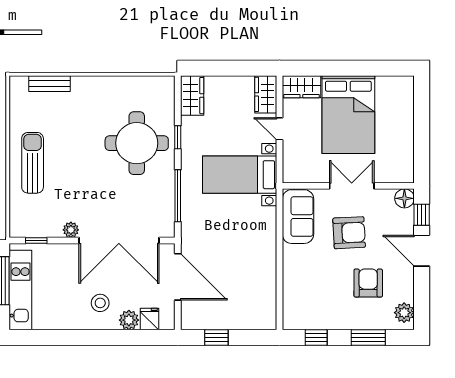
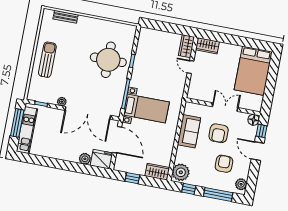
wardrobe: (192, 96) -> (157, 172), moved, turned -90
bed: (348, 115) -> (253, 71), moved
bed with nightstands: (240, 175) -> (146, 109), moved, turned 180
sofa: (298, 217) -> (189, 131), moved
armchair: (349, 233) -> (219, 133), turned 93
stool: (100, 303) -> (70, 146), removed
plant: (297, 312) -> (181, 172), added
fridge: (150, 319) -> (102, 159), width x1.88, depth x1.34
window: (368, 337) -> (218, 194), width x1.44

